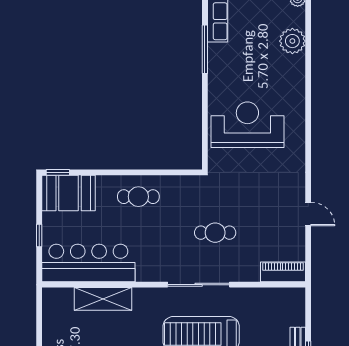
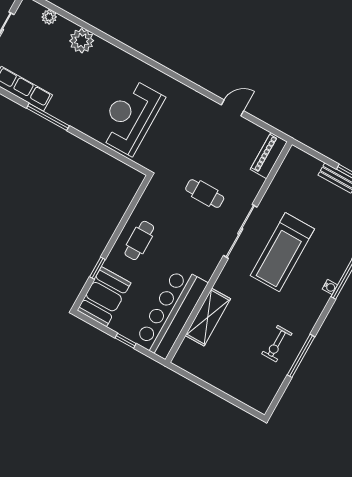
window: (58, 172) -> (97, 268), moved
cafe table: (215, 233) -> (205, 194), turned 90

